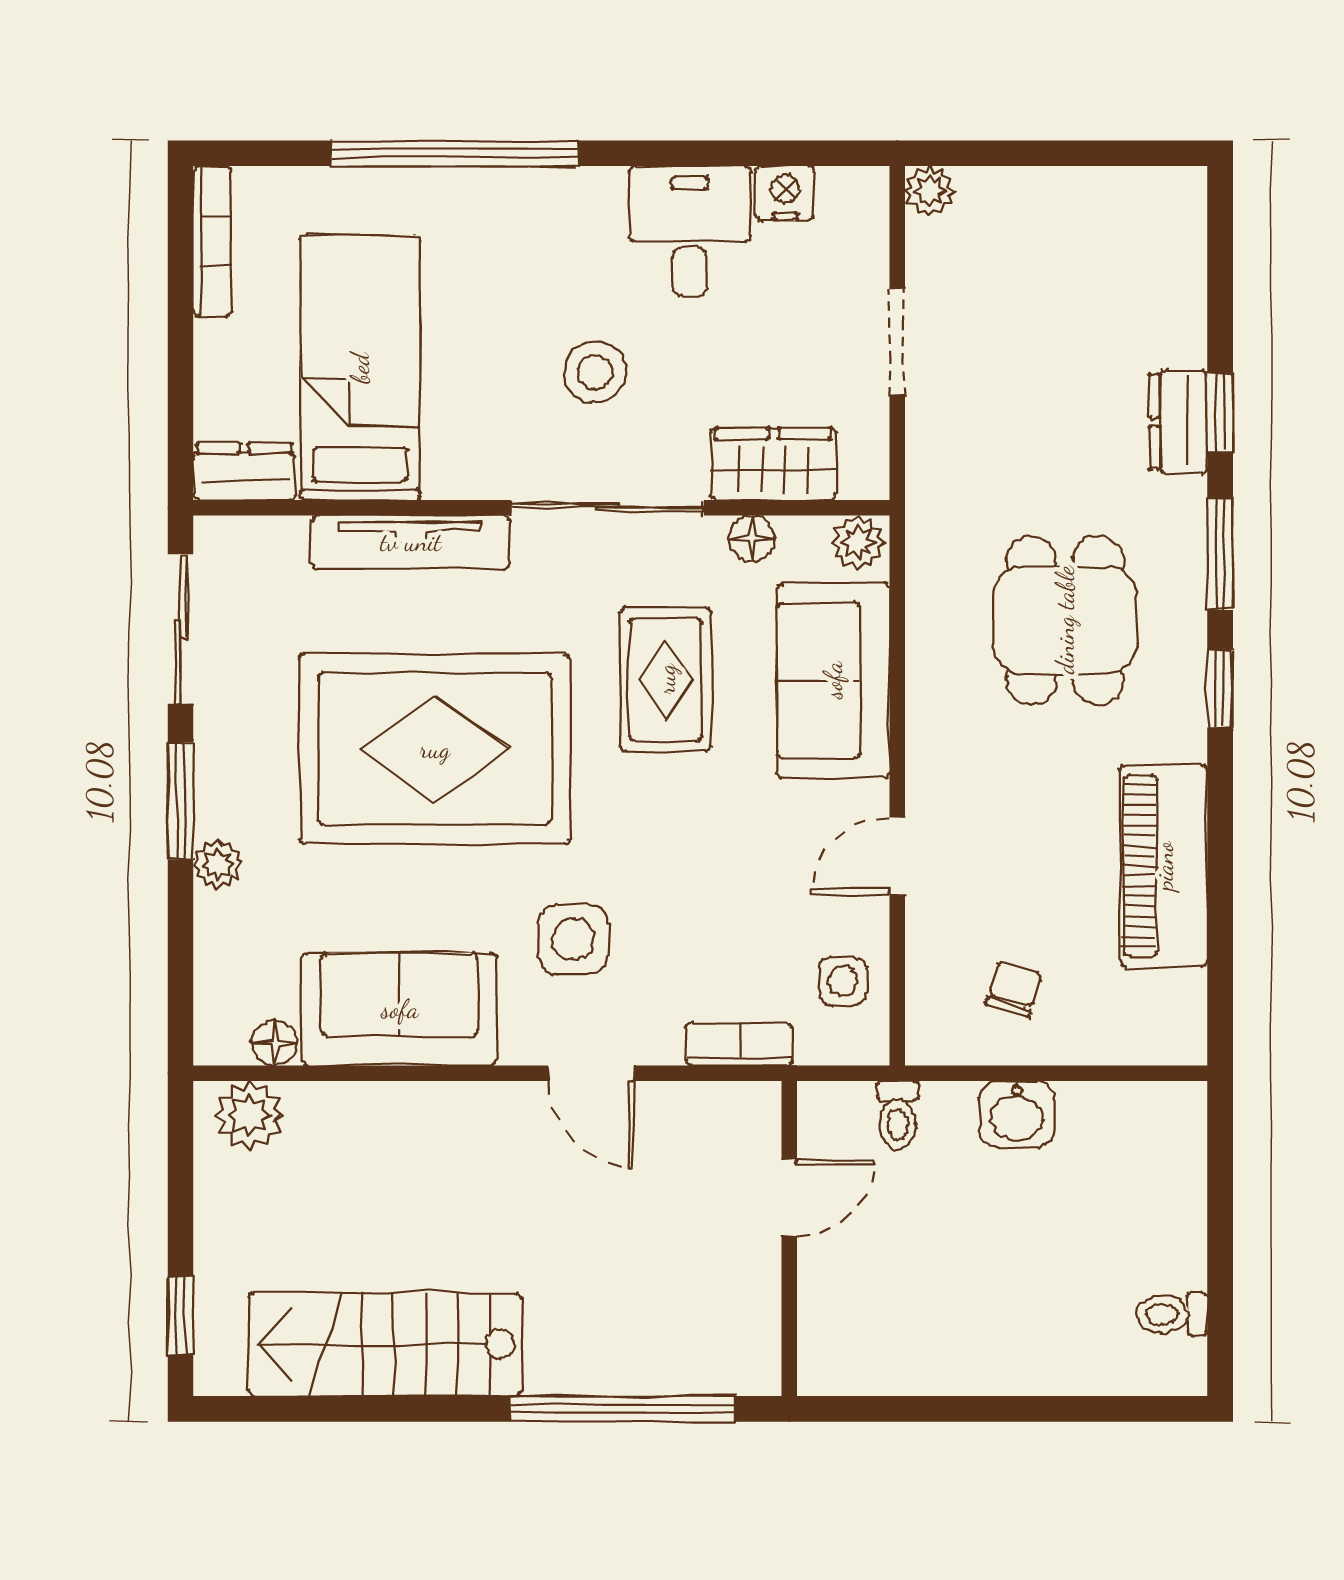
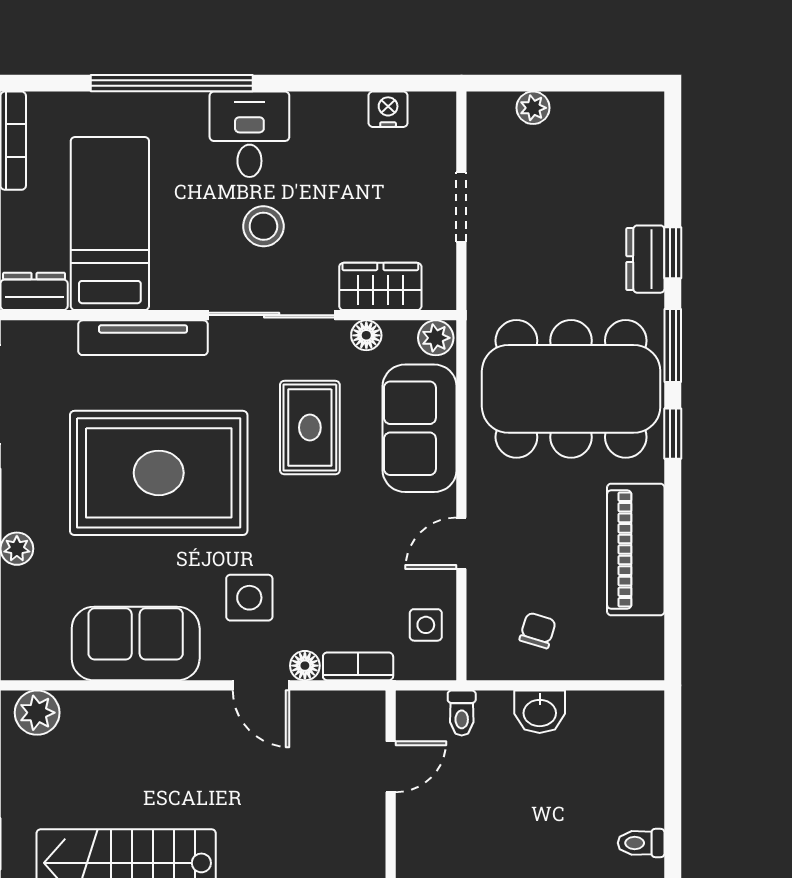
plant: (930, 191) -> (533, 108), moved
desk: (690, 231) -> (249, 134), moved
dining table: (1065, 620) -> (571, 389), width x1.88, depth x1.24
floor lamp: (274, 1043) -> (305, 666), moved

